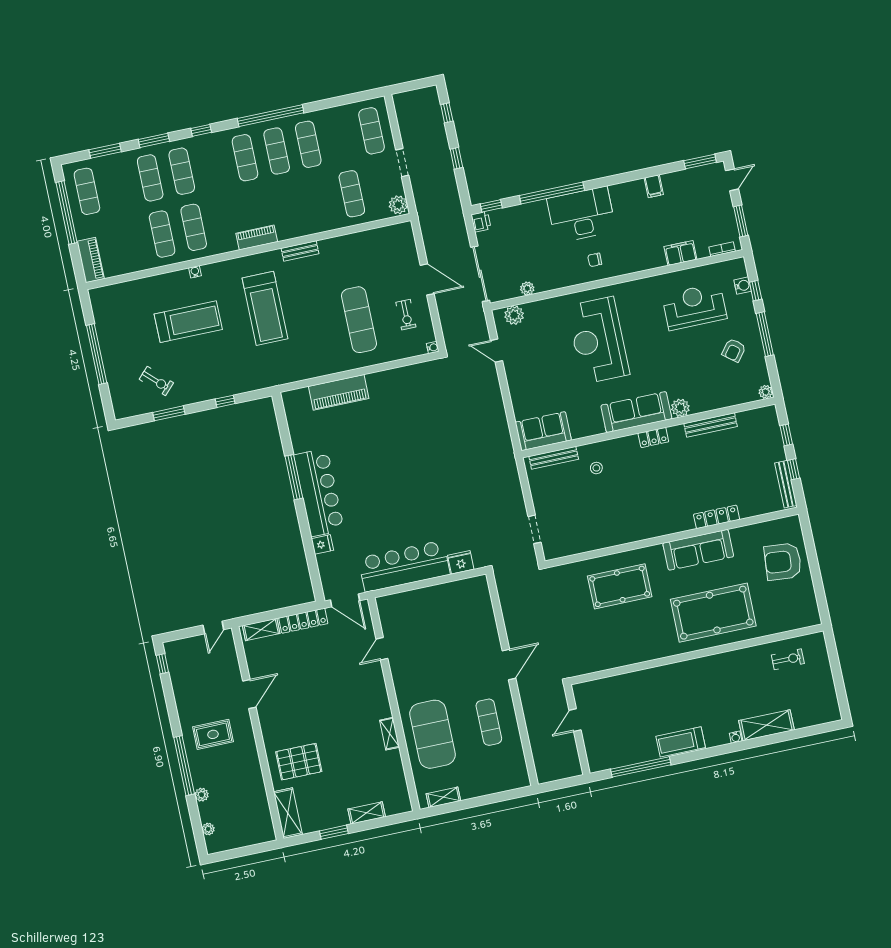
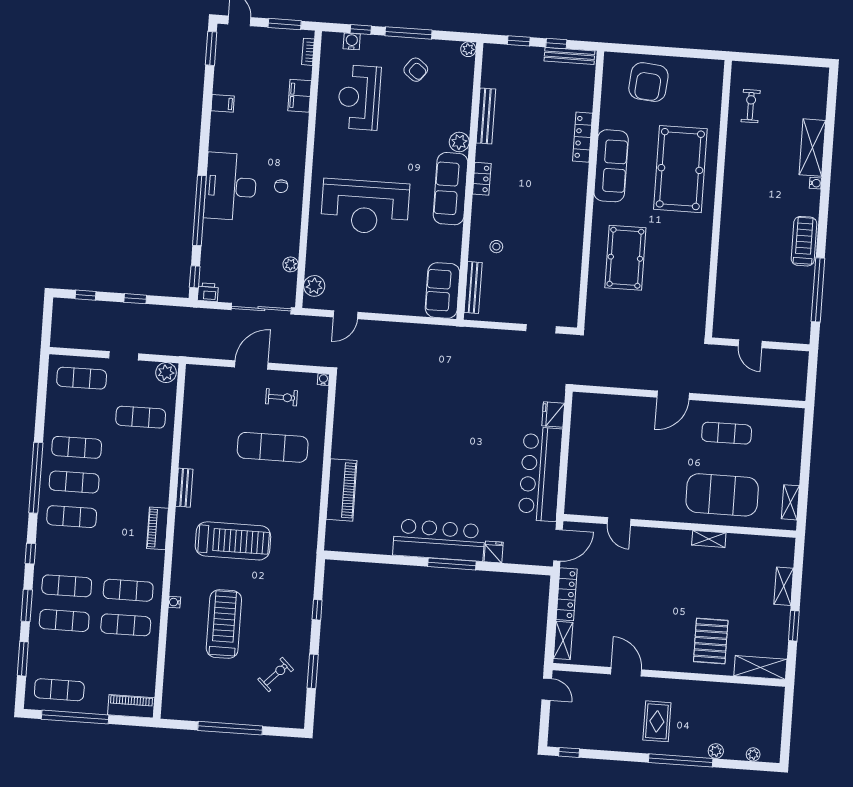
window: (294, 477) -> (452, 564), moved
door: (509, 665) -> (673, 395), swing flipped
treadmill: (681, 742) -> (804, 241), turned 180

